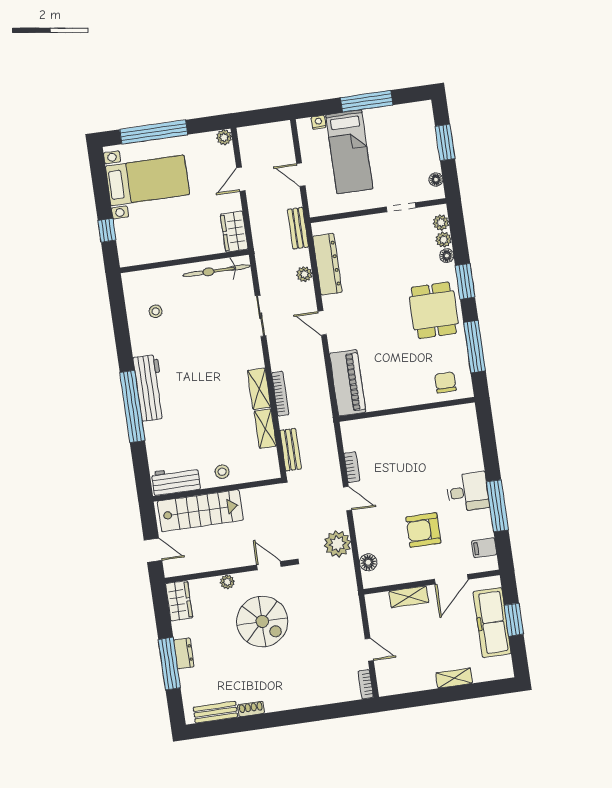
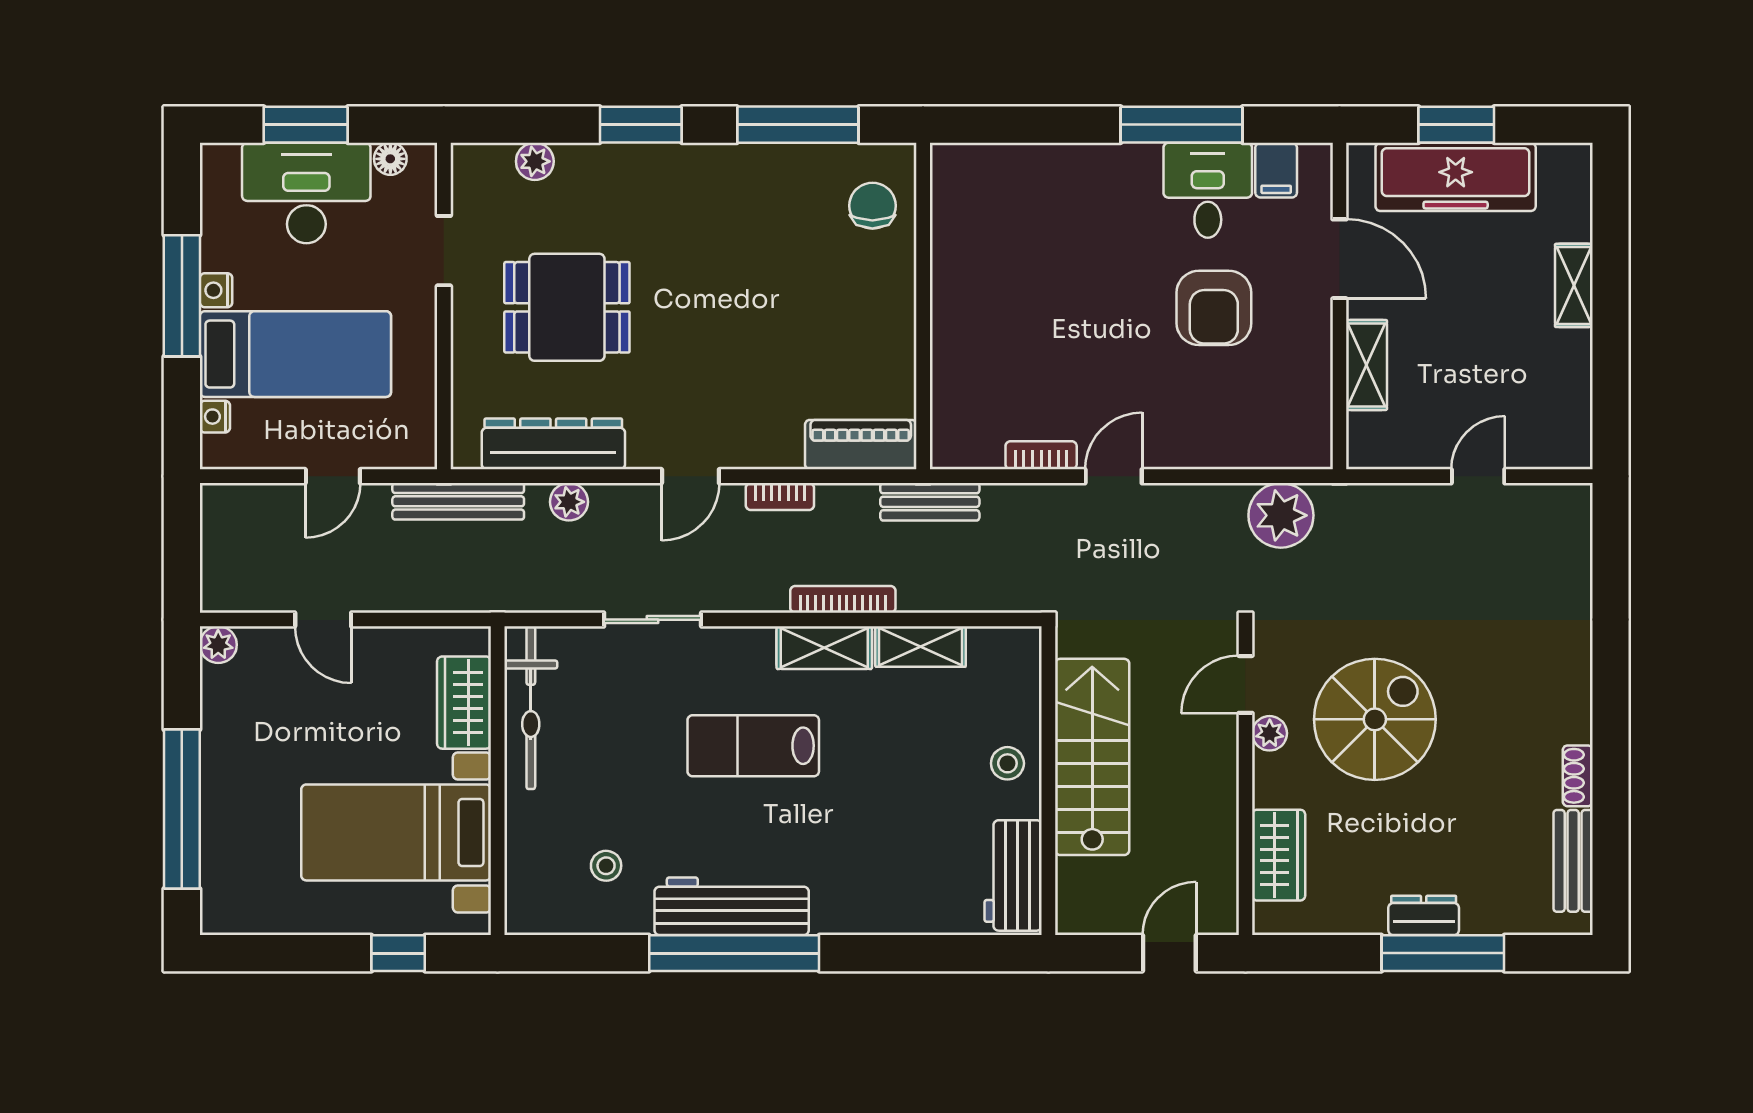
nightstand: (371, 115) -> (216, 290), added
desk: (417, 147) -> (306, 193), added
bed with nightstands: (147, 180) -> (396, 832), moved, turned -90
plant: (441, 223) -> (493, 162), removed
bench: (298, 228) -> (458, 501), width x1.36
wardrobe: (234, 232) -> (464, 703), moved, turned 90
floor lamp: (447, 256) -> (574, 159), removed
dining table: (434, 310) -> (567, 307), moved
lab bench: (214, 365) -> (753, 746), added
chair: (445, 382) -> (872, 206), turned 90
piano: (348, 383) -> (861, 445), width x0.73, depth x0.75
workbench: (149, 388) -> (732, 906), moved
window: (132, 406) -> (734, 953), moved
bench: (291, 450) -> (930, 502), moved
desk: (468, 492) -> (1208, 190), moved
stairs: (200, 511) -> (1092, 757), moved
plant: (337, 544) -> (1281, 515), moved
floor lamp: (368, 562) -> (1271, 449), removed
plant: (227, 582) -> (1270, 733), moved
wardrobe: (179, 601) -> (1279, 855), moved, turned 90
bookcase: (366, 684) -> (780, 497), moved

